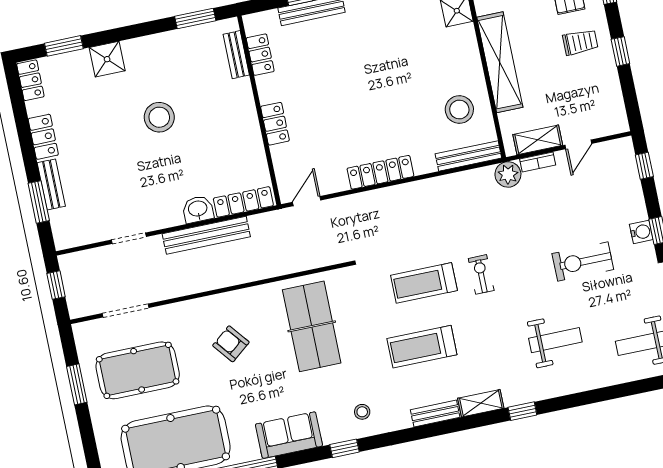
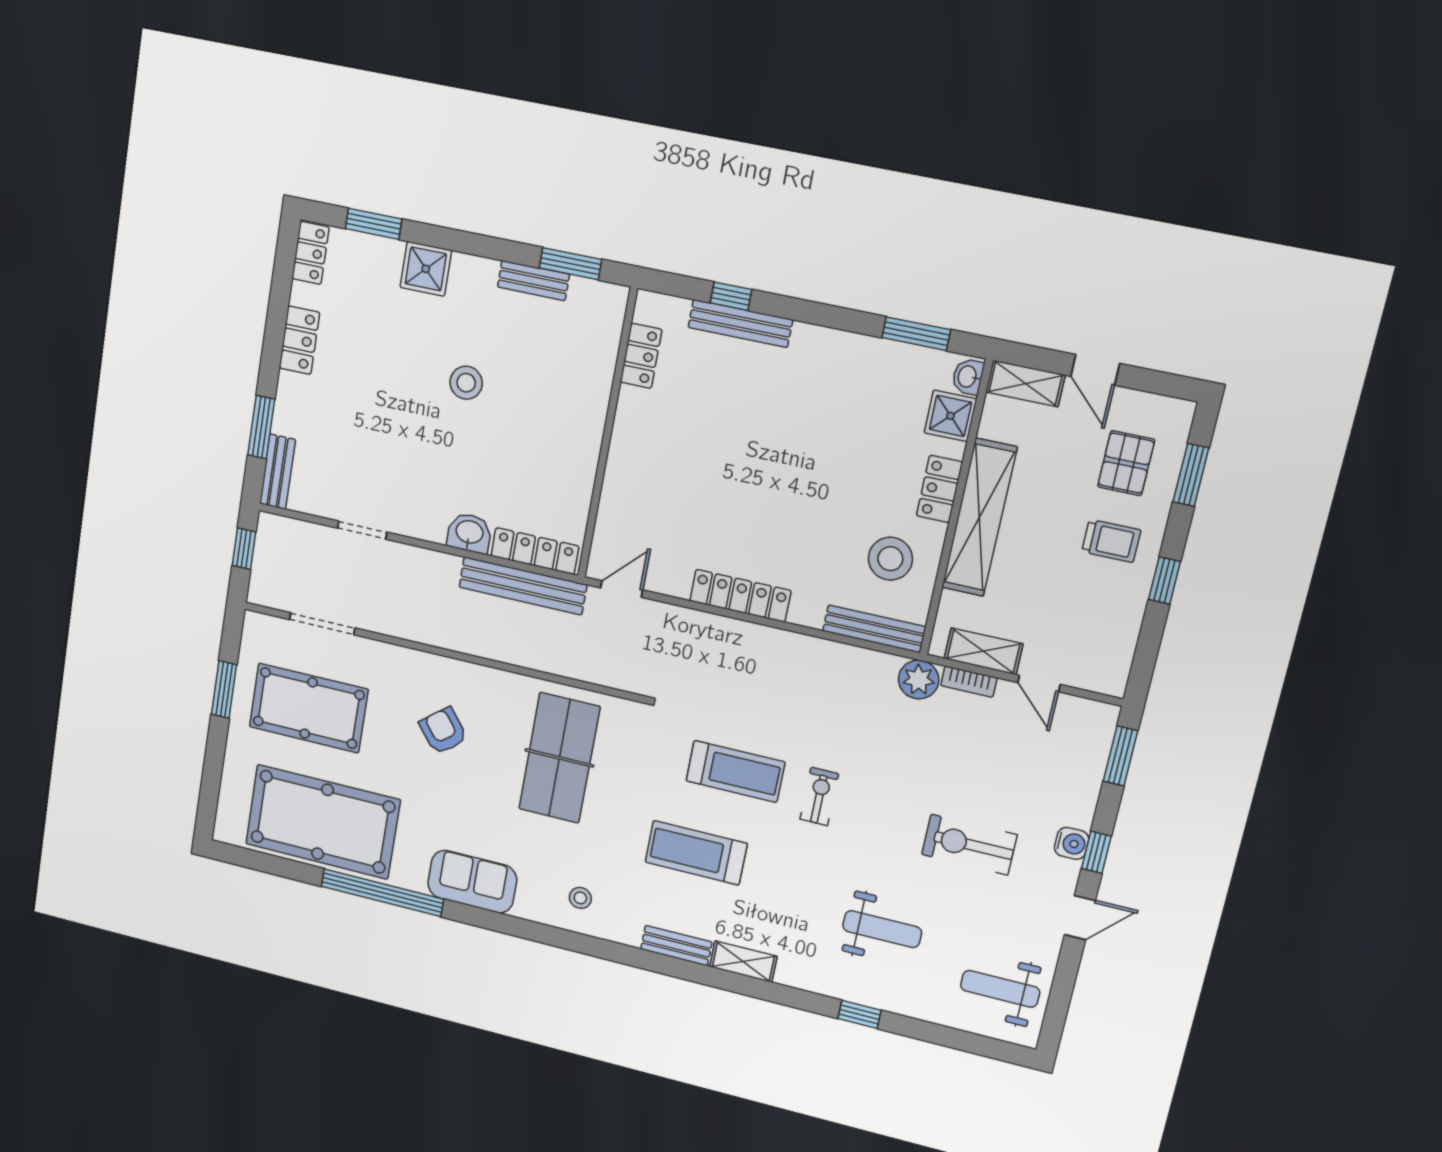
bench: (236, 55) -> (533, 281), moved, turned 90
stool: (159, 117) -> (466, 383), width x0.73, depth x0.73
locker: (275, 124) -> (939, 489), moved, turned 180
door: (578, 144) -> (1039, 684), hinge flipped
window: (644, 166) -> (1120, 756), width x1.50
bench: (51, 184) -> (278, 472), moved
bench: (206, 235) -> (523, 586), moved
treadmill: (424, 283) -> (735, 771), turned 180
window: (522, 411) -> (860, 1014), moved
window: (345, 448) -> (538, 932), removed

